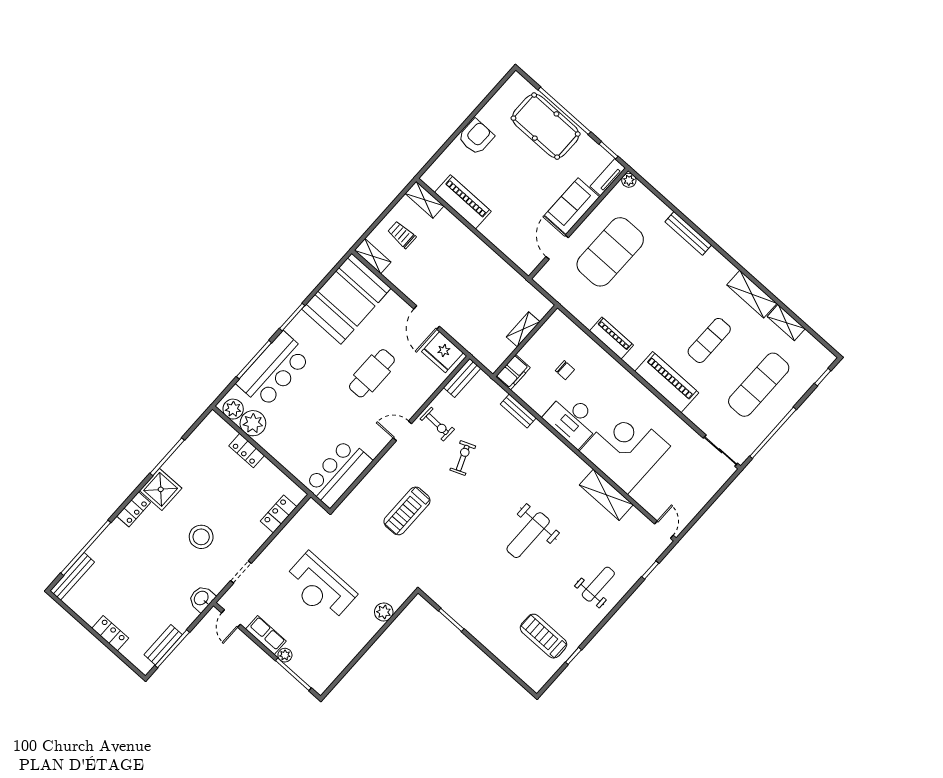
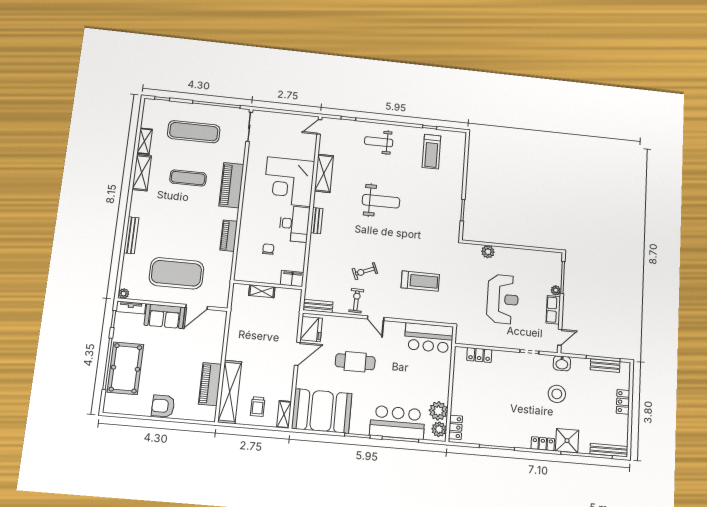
shelving: (424, 200) -> (230, 392), width x2.20, depth x1.33
bench: (518, 411) -> (317, 221), moved
locker: (247, 451) -> (456, 427), moved
shower: (161, 489) -> (567, 441), moved
stool: (201, 537) -> (557, 394), moved

